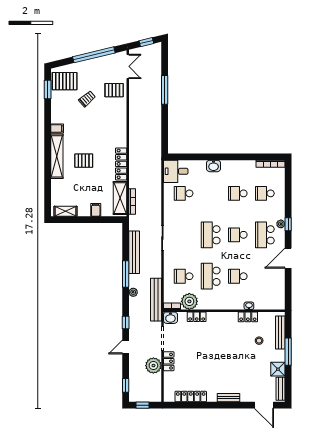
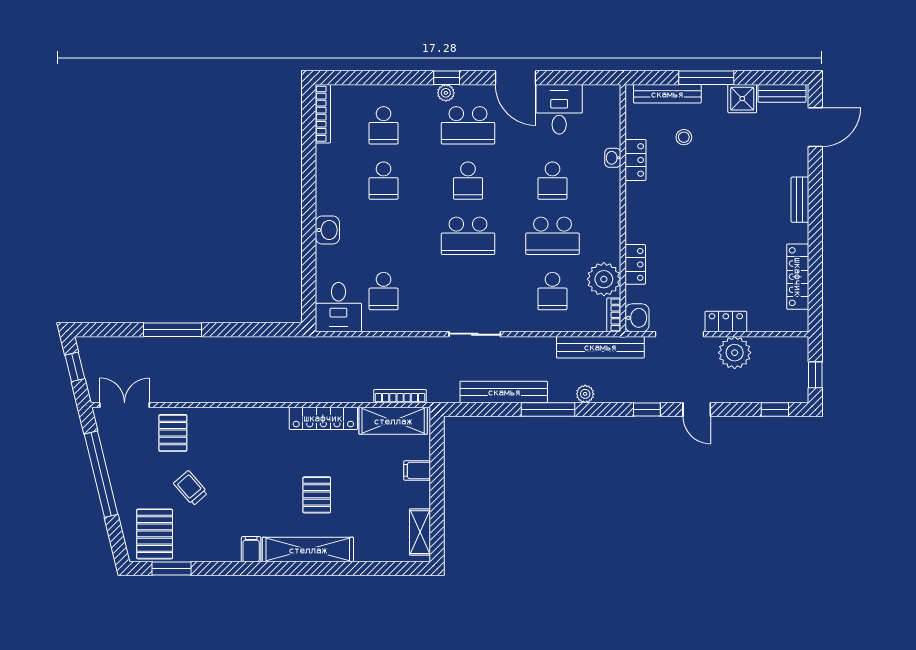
desk: (273, 280) -> (559, 109), added

